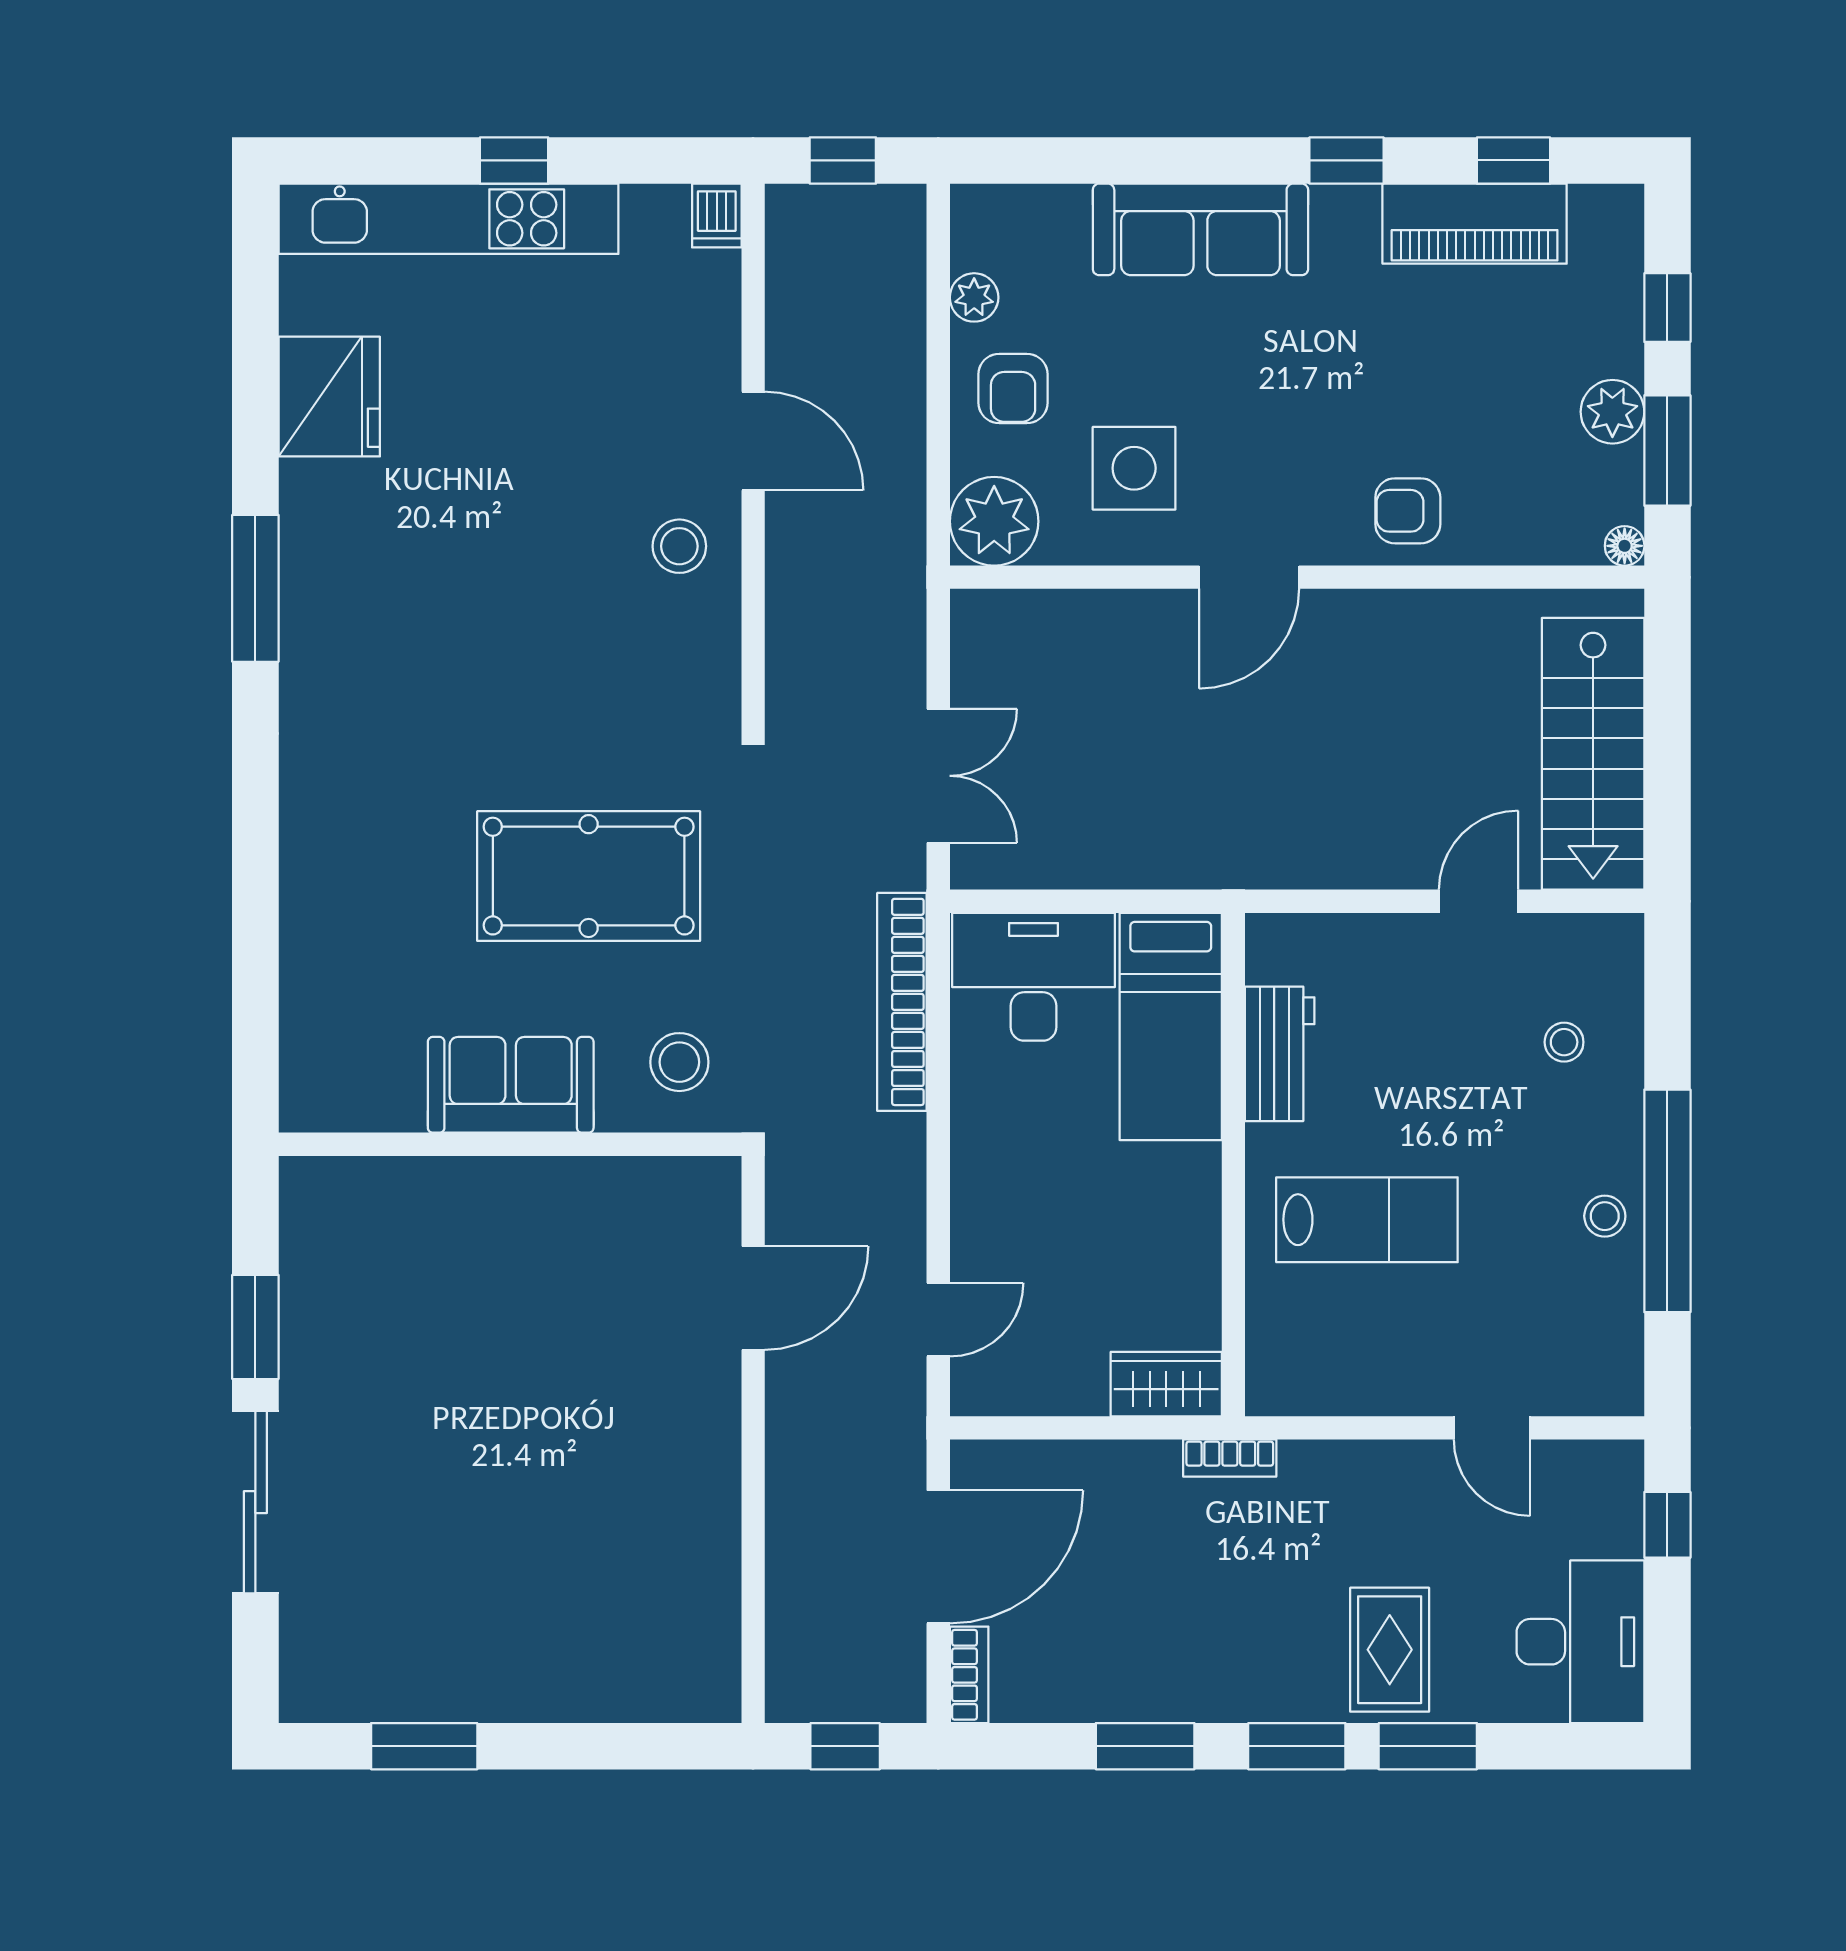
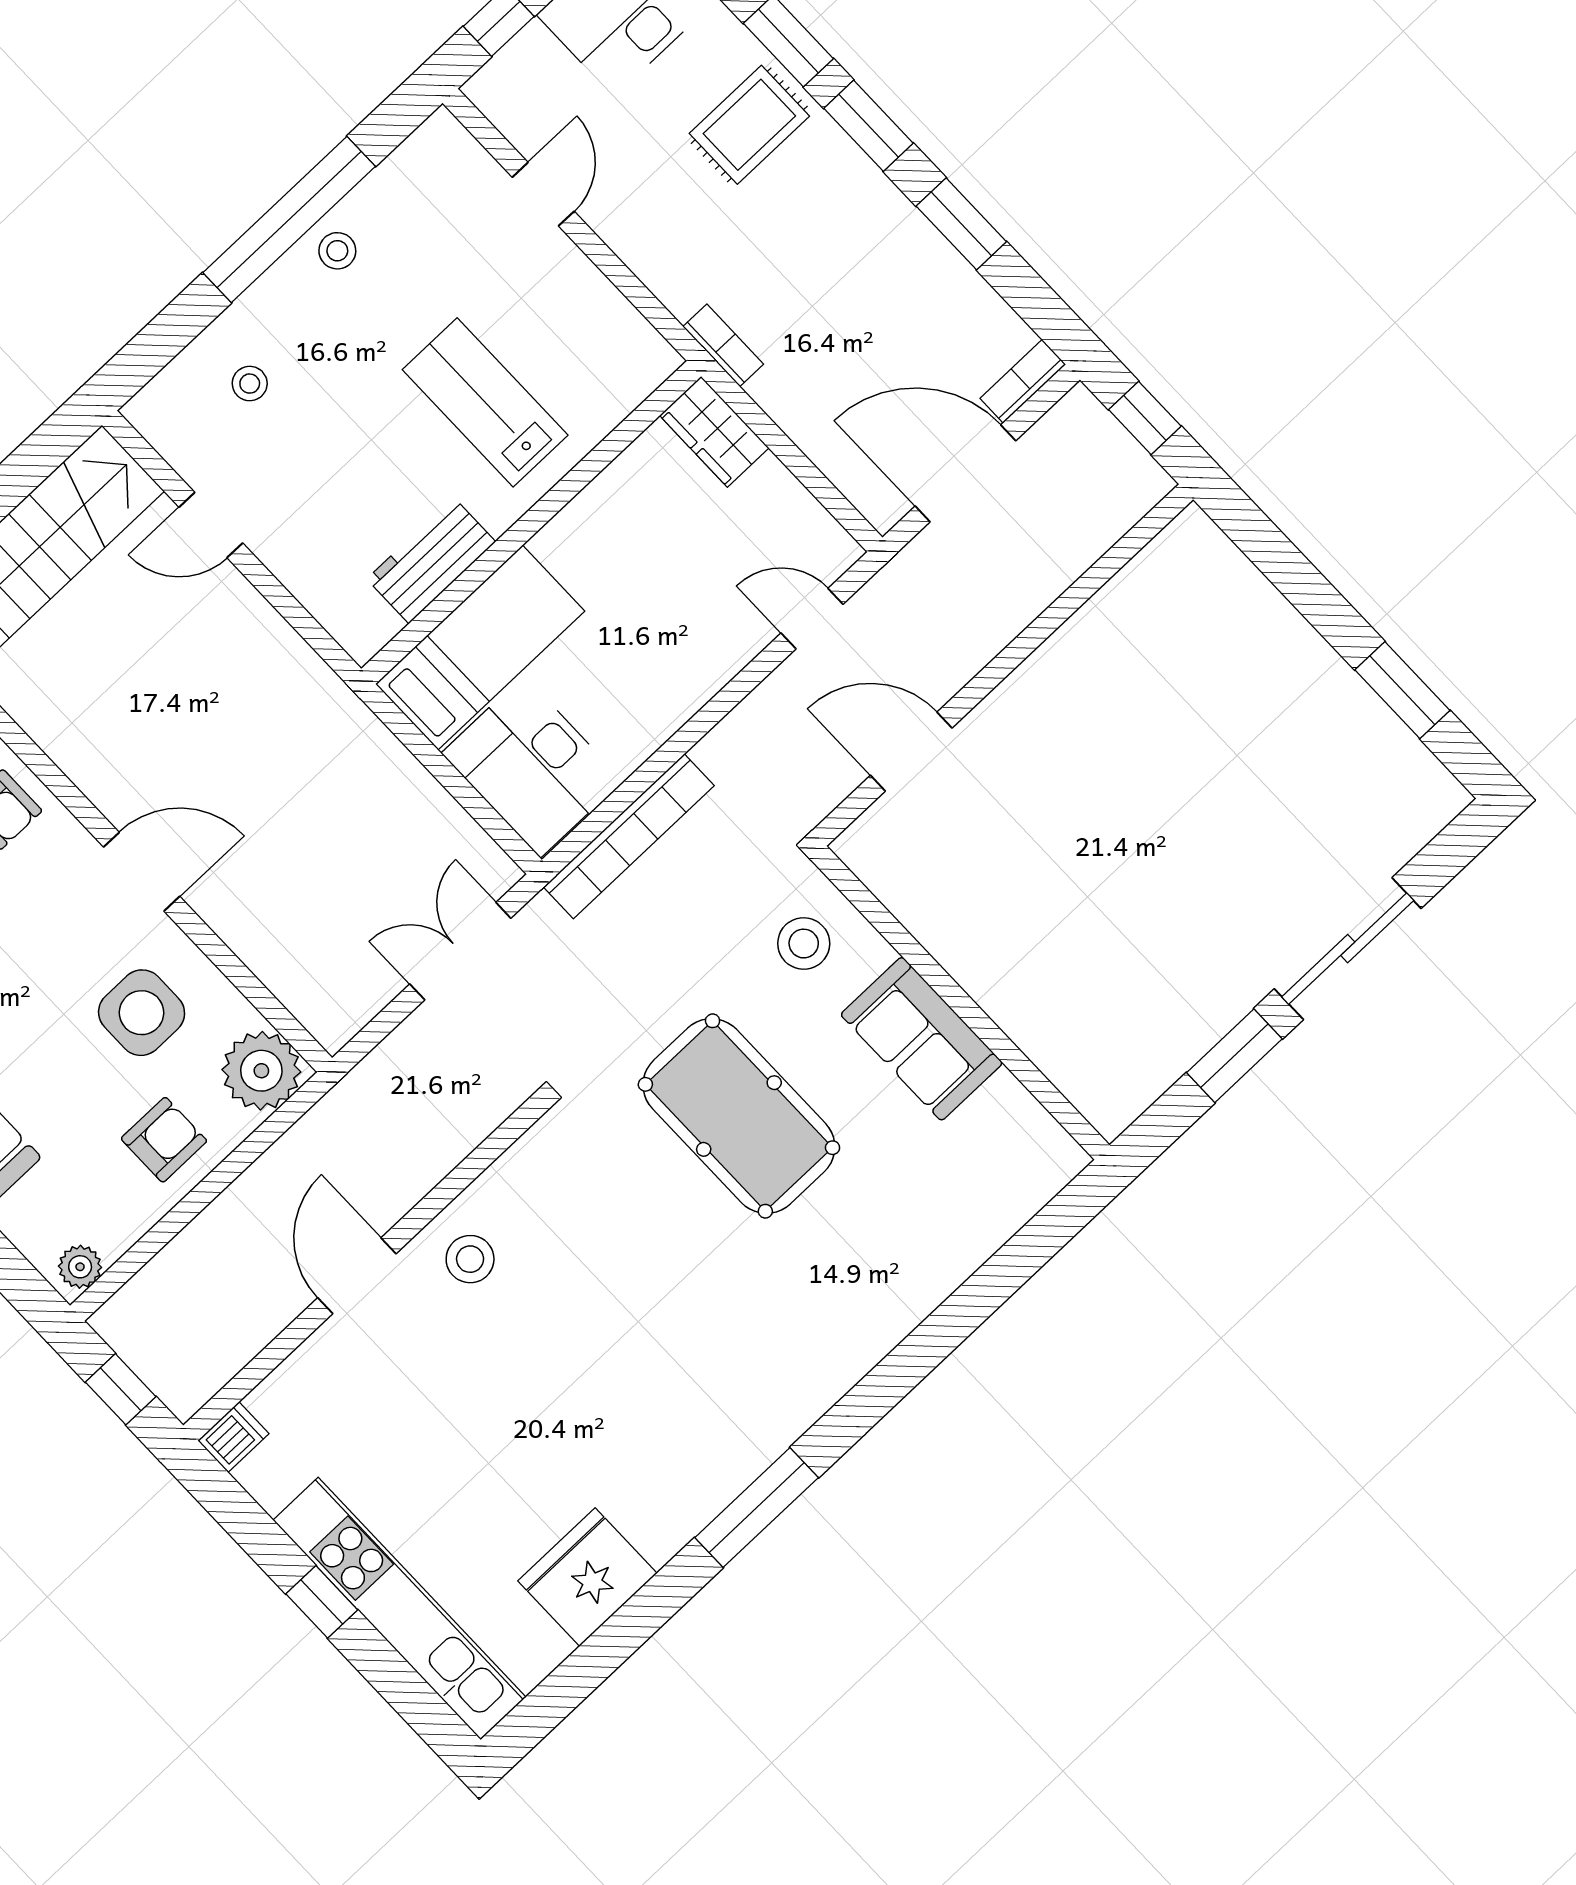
plant: (974, 297) -> (80, 1267), moved

